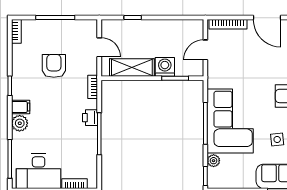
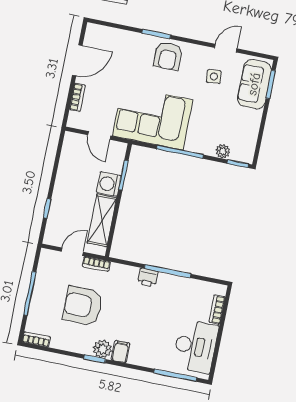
bookcase: (228, 24) -> (77, 97), width x0.64
armchair: (54, 66) -> (83, 306), width x1.36, depth x1.36
bookcase: (93, 87) -> (96, 264), moved
corner sofa: (230, 121) -> (153, 118), moved
plant: (20, 123) -> (102, 349), moved

